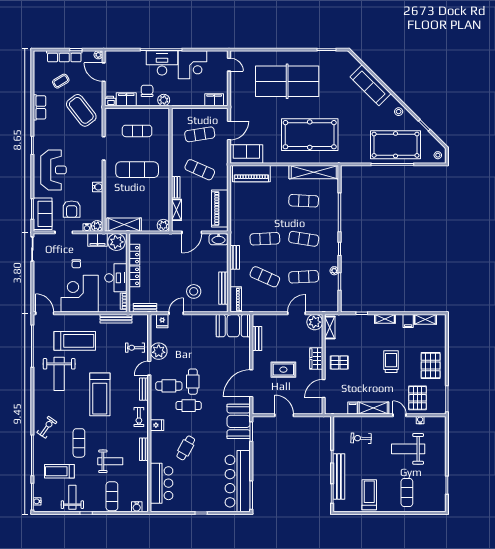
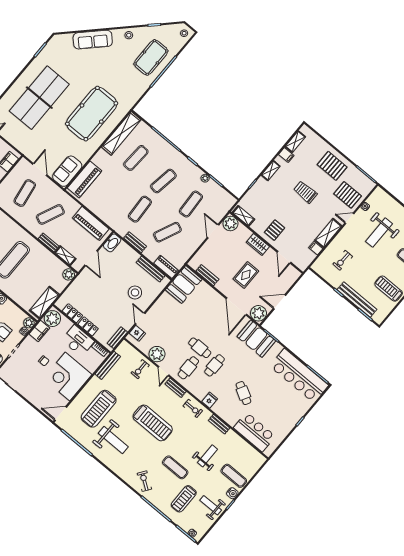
pool table: (396, 145) -> (151, 57), width x0.73, depth x0.76
treadmill: (75, 341) -> (99, 409), turned 180
plant: (261, 406) -> (258, 313), added
water cooler: (137, 507) -> (232, 493), moved

